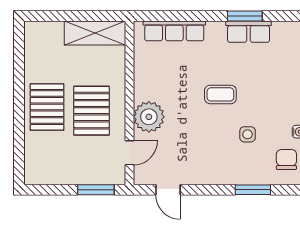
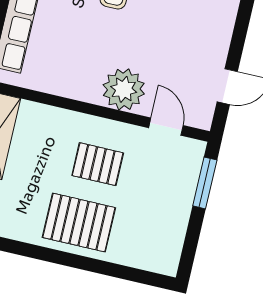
pallet: (92, 111) -> (98, 164), width x0.67, depth x0.71

